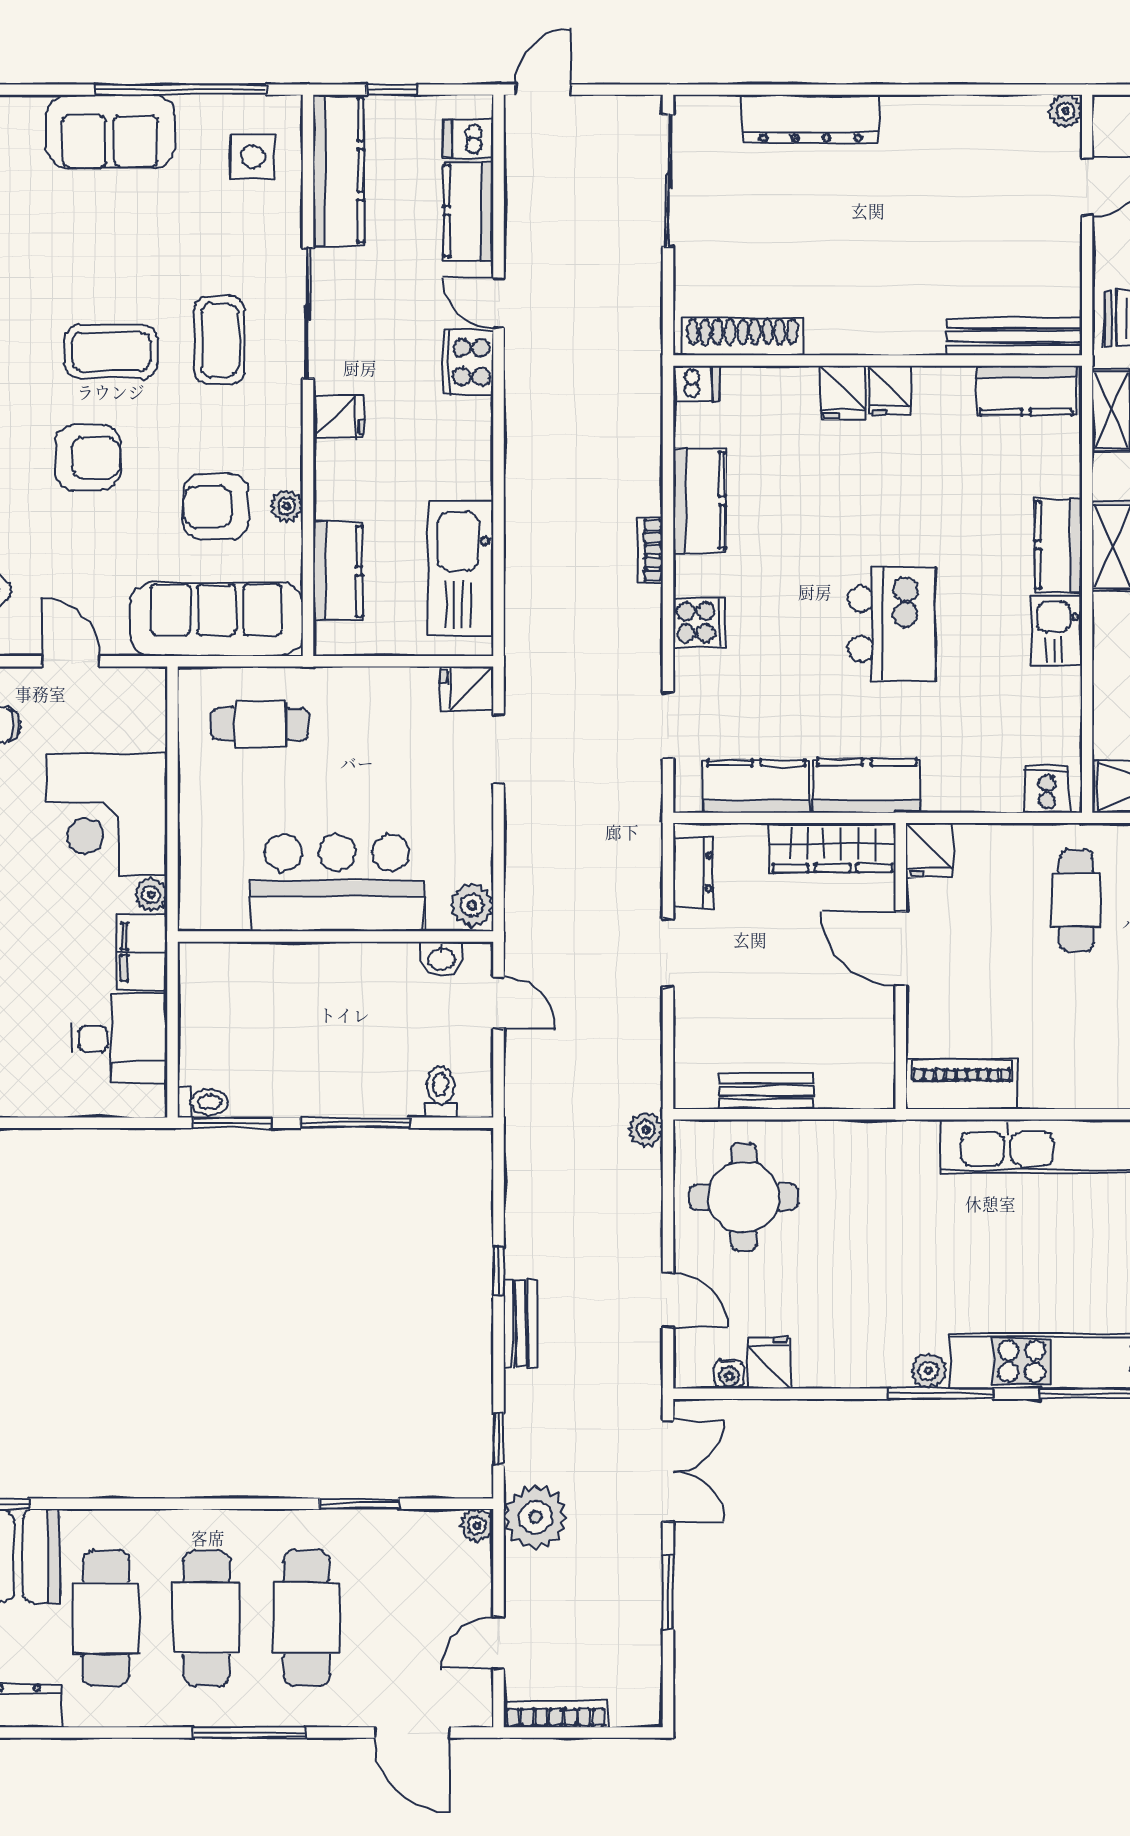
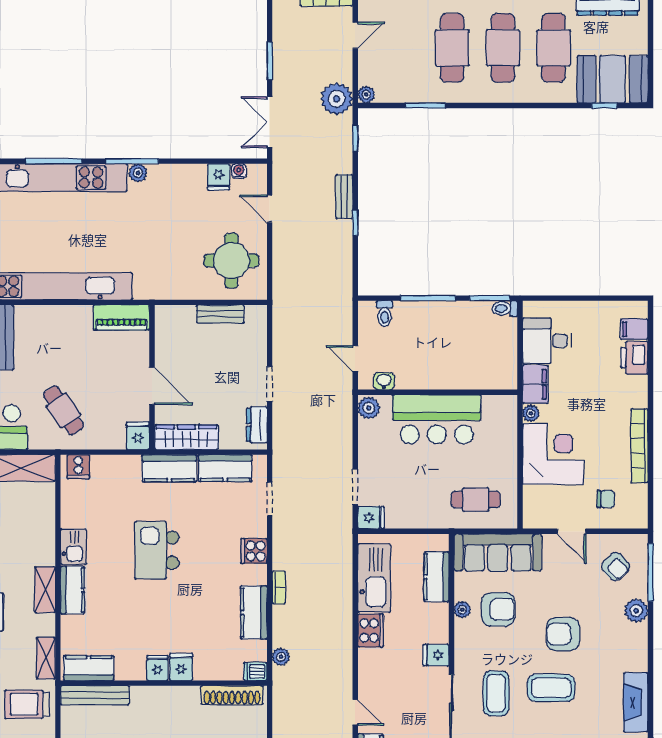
cooker: (468, 362) -> (371, 631), moved
cafe table: (1076, 901) -> (63, 410), turned -34
plant: (646, 1129) -> (281, 657), moved

